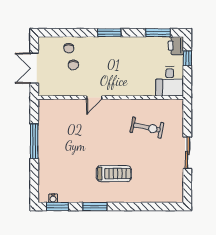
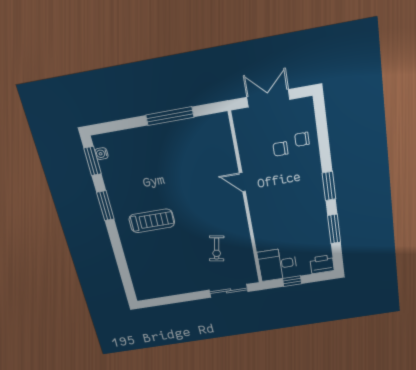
window: (158, 33) -> (334, 229), moved
window: (187, 58) -> (292, 281), moved
exercise bike: (147, 128) -> (217, 249), width x0.73, depth x0.72
sliding door: (187, 153) -> (229, 291), moved
treadmill: (114, 174) -> (152, 221), turned -90

